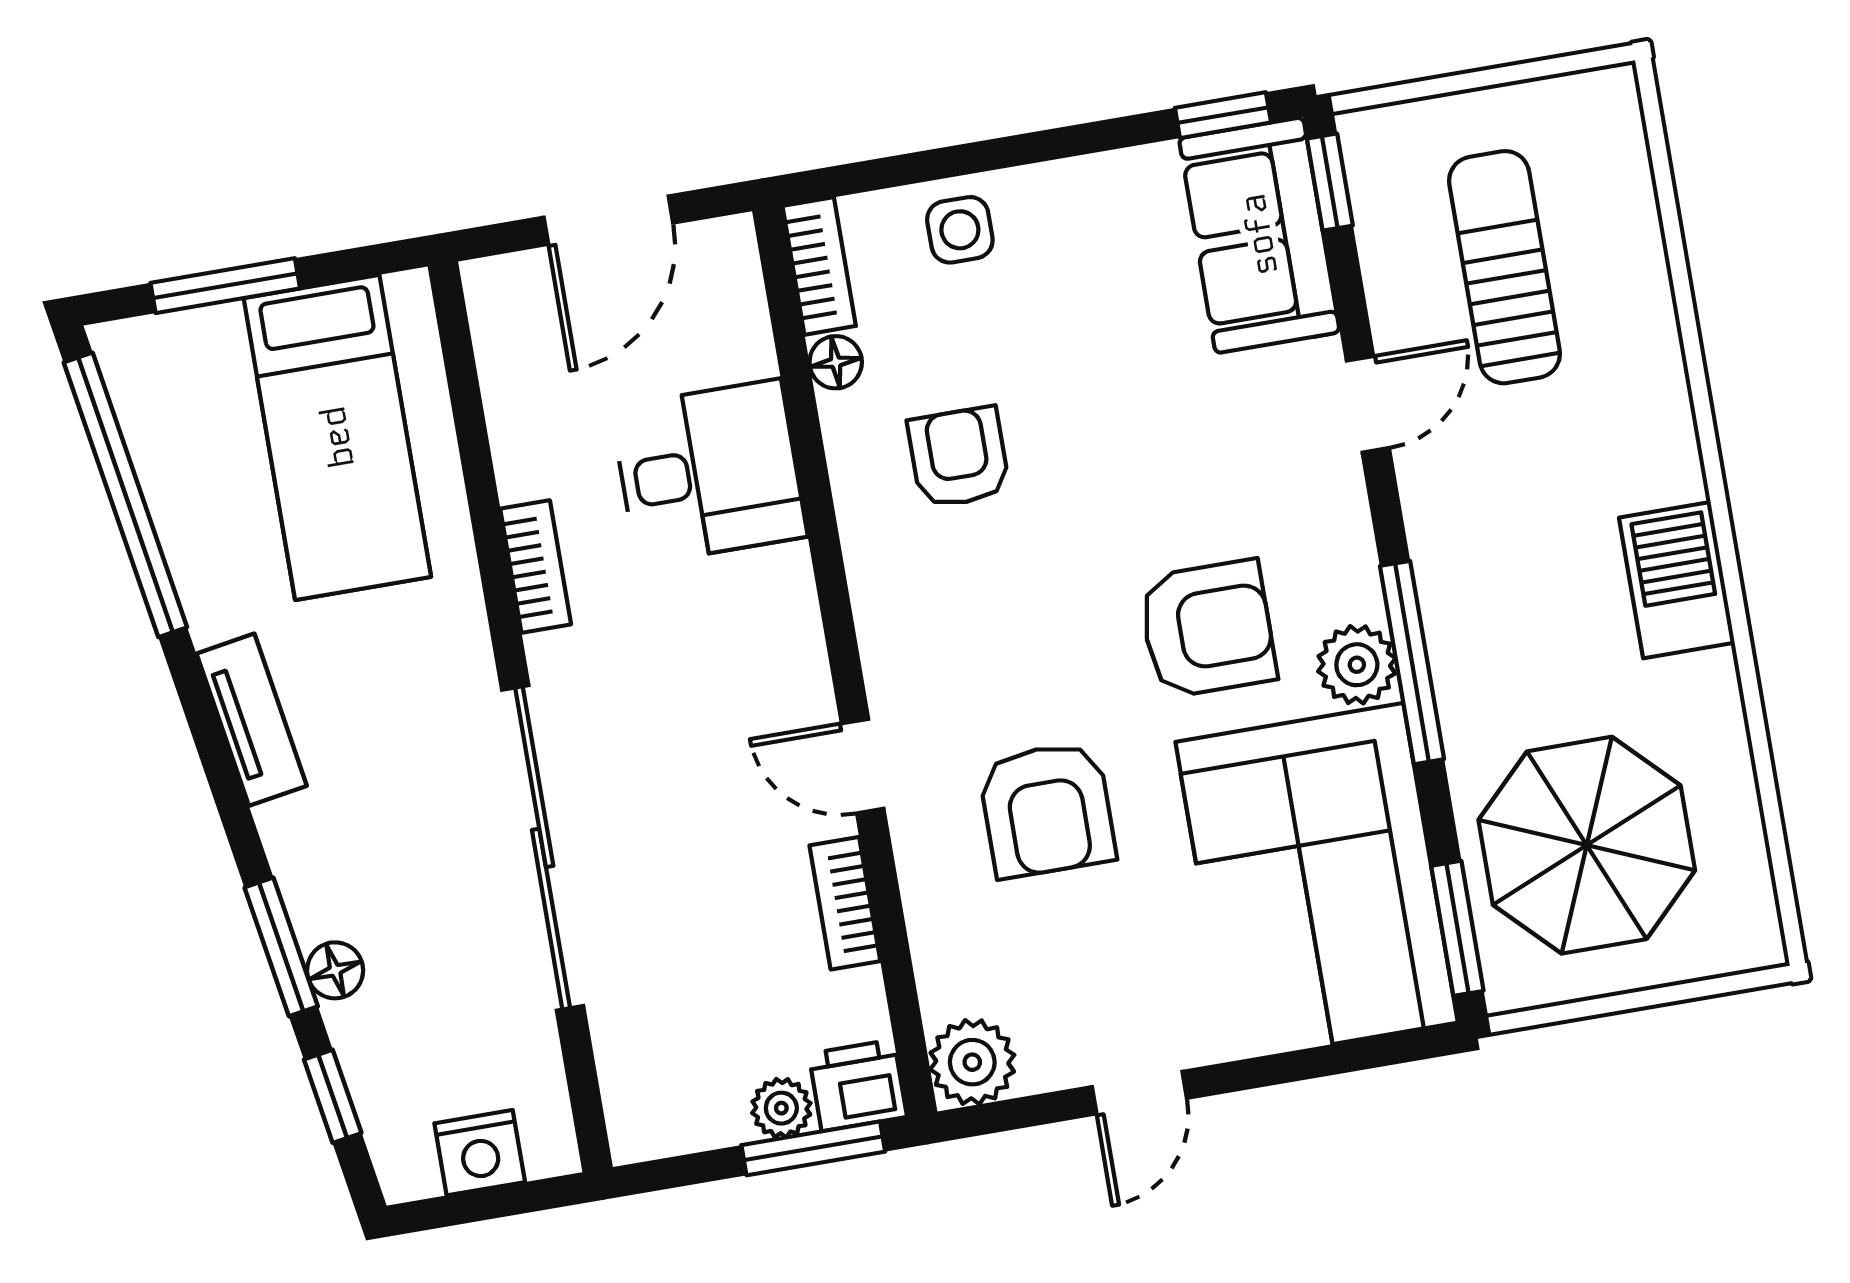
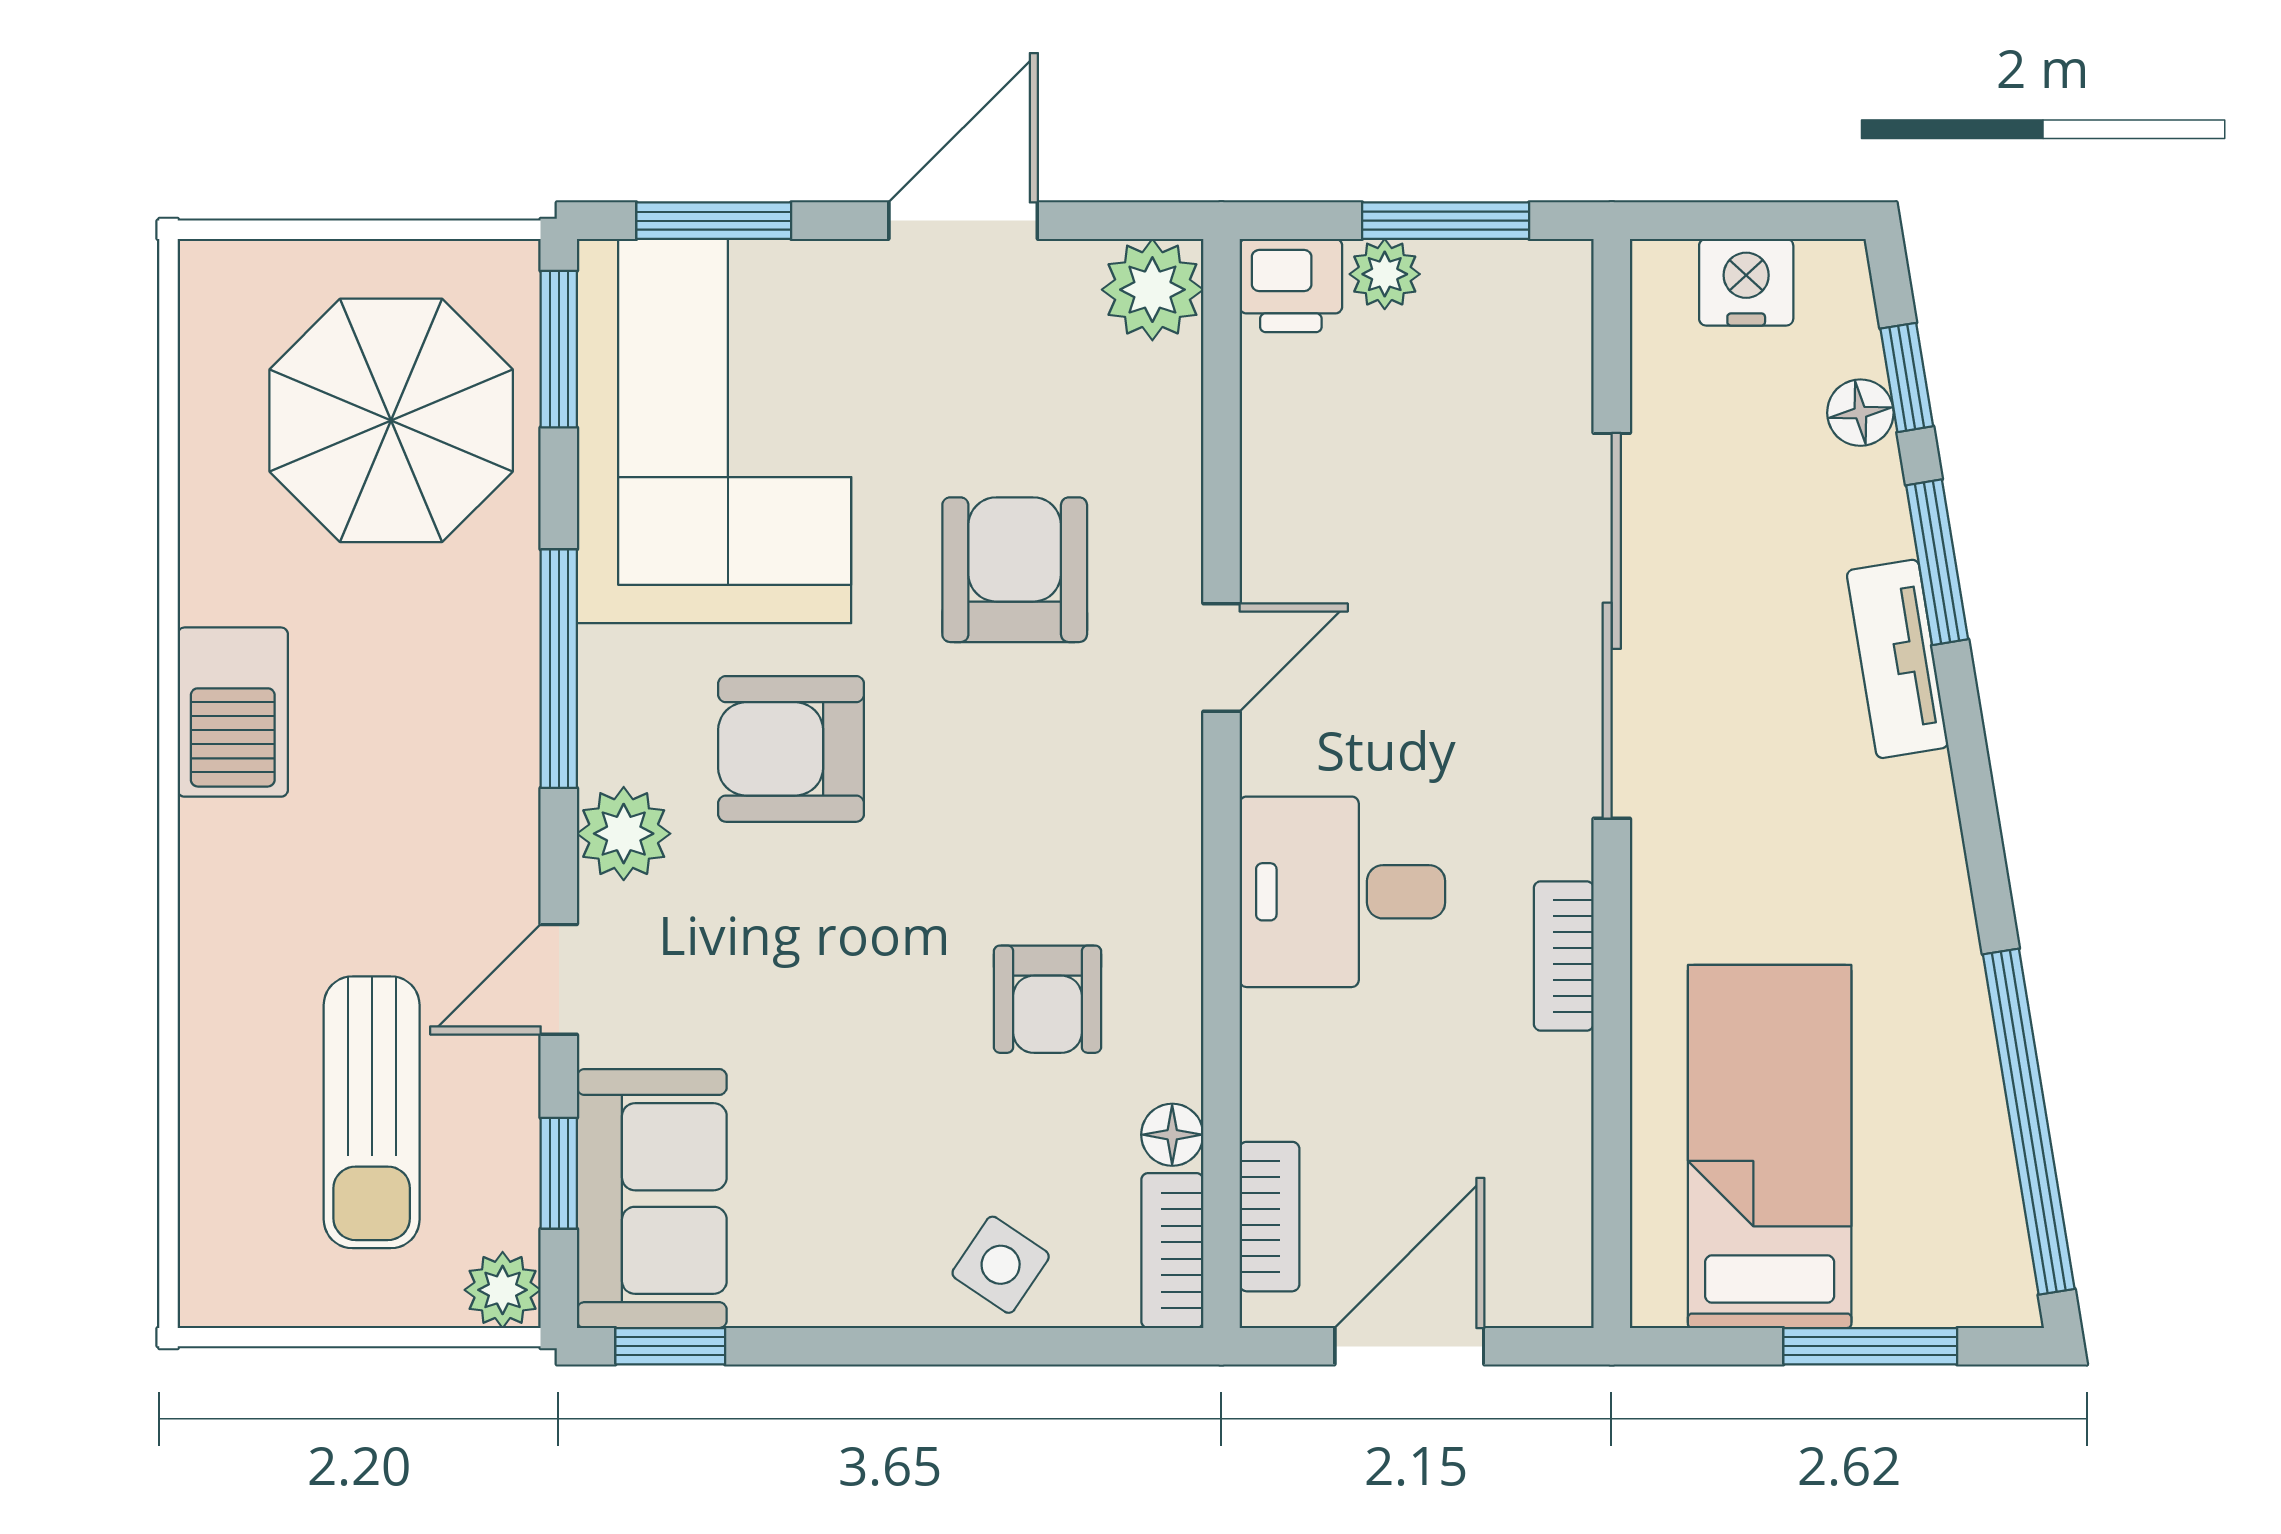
plant: (1370, 138) -> (503, 1290), added
window: (1330, 182) -> (559, 1173), moved
side table: (960, 230) -> (1001, 1265), turned 34
desk: (709, 472) -> (1342, 892), moved
plant: (1357, 665) -> (624, 834), moved
tv unit: (252, 720) -> (1898, 659), moved
door: (863, 766) -> (1221, 657), hinge flipped
bookcase: (845, 903) -> (1269, 1217), moved
floor lamp: (335, 970) -> (1860, 413), moved
window: (1347, 1057) -> (714, 221), added
door: (1139, 1093) -> (963, 221), width x1.37
window: (813, 1148) -> (1446, 221), moved

